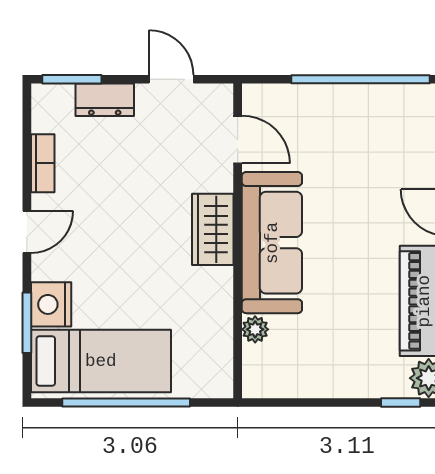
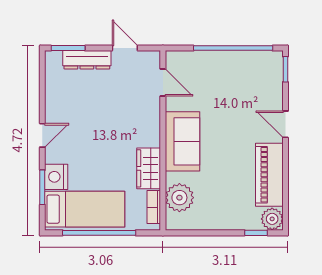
dresser: (105, 100) -> (87, 60), width x1.44
bookcase: (43, 163) -> (154, 207), moved, turned 180
wardrobe: (213, 229) -> (149, 168), moved
sofa: (272, 243) -> (182, 141), width x0.73
plant: (255, 329) -> (179, 198), width x1.88, depth x1.88

